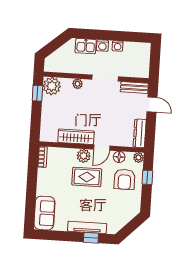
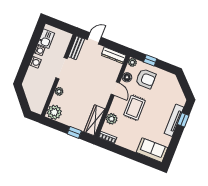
kitchen sink: (86, 46) -> (46, 39), moved
window: (37, 93) -> (74, 132), moved
wardrobe: (76, 137) -> (95, 120), moved
plant: (84, 156) -> (112, 119), moved

